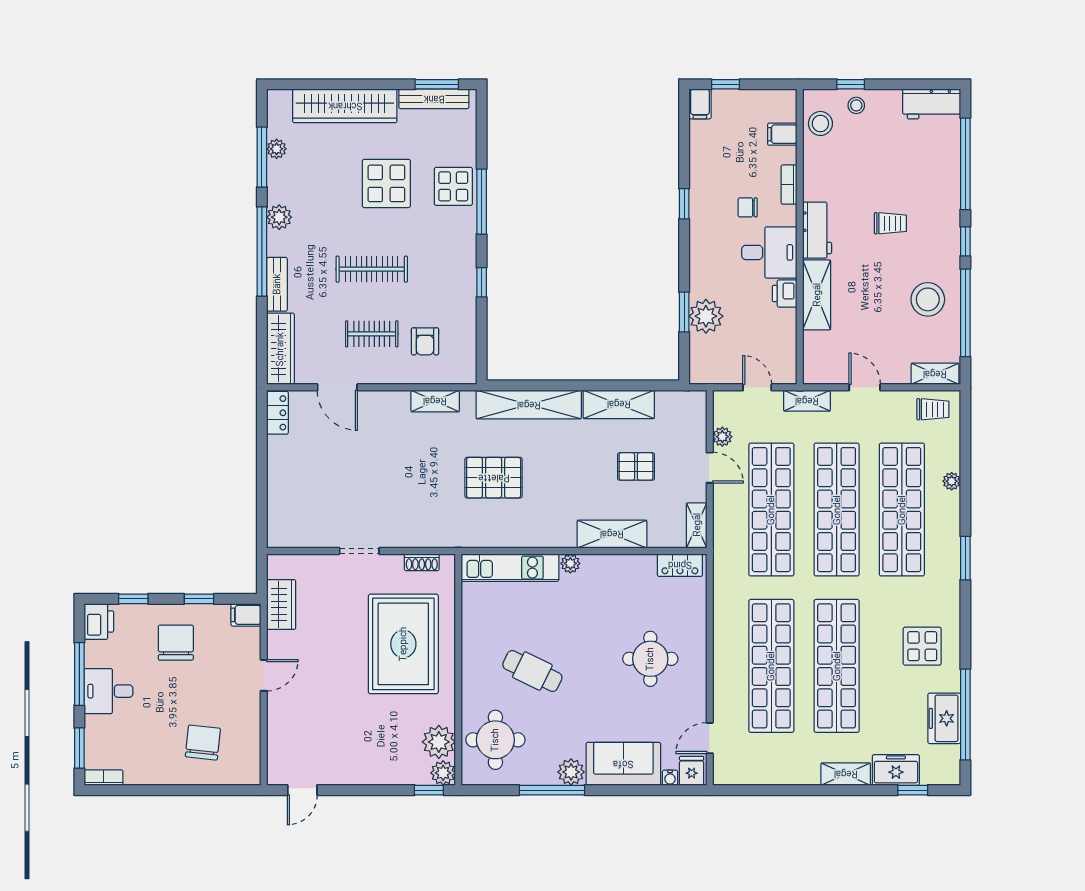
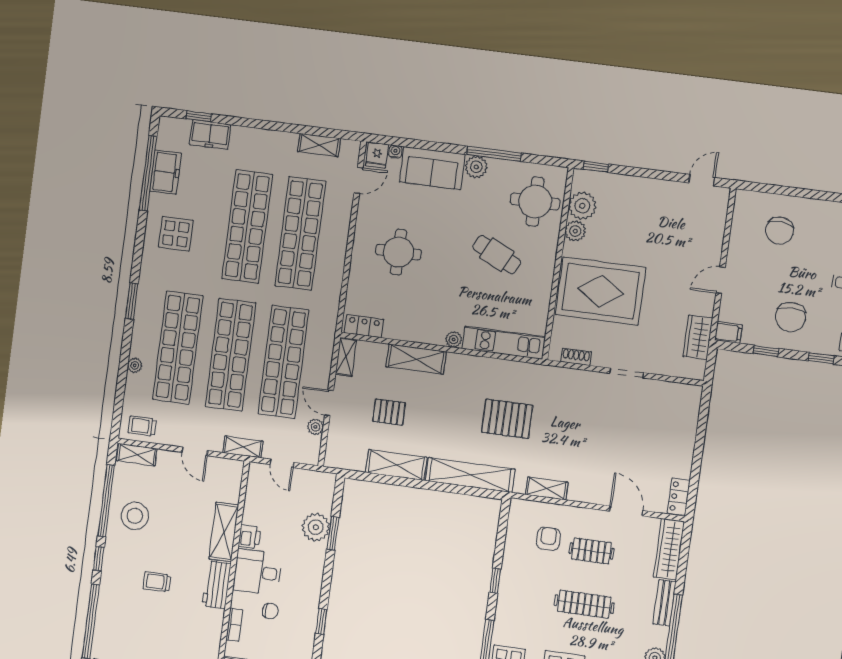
rug: (403, 644) -> (601, 291), turned 90
plant: (443, 773) -> (575, 231), moved
shelving: (846, 774) -> (319, 145), moved

